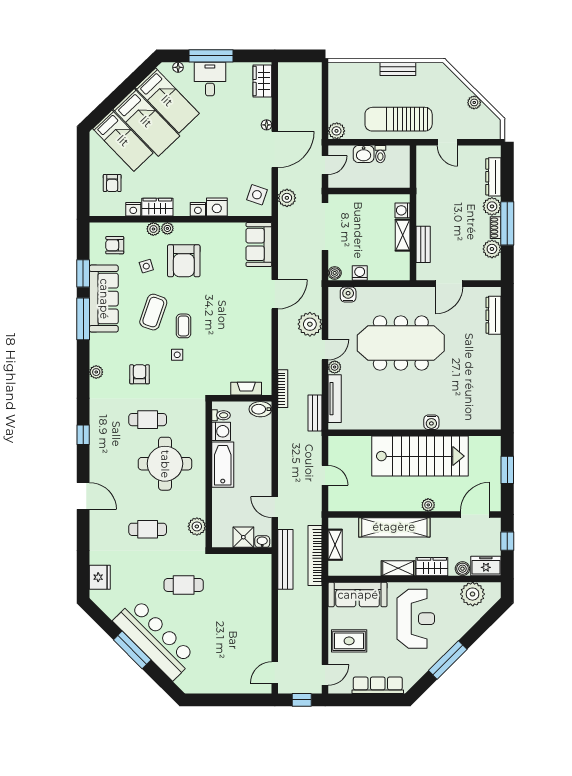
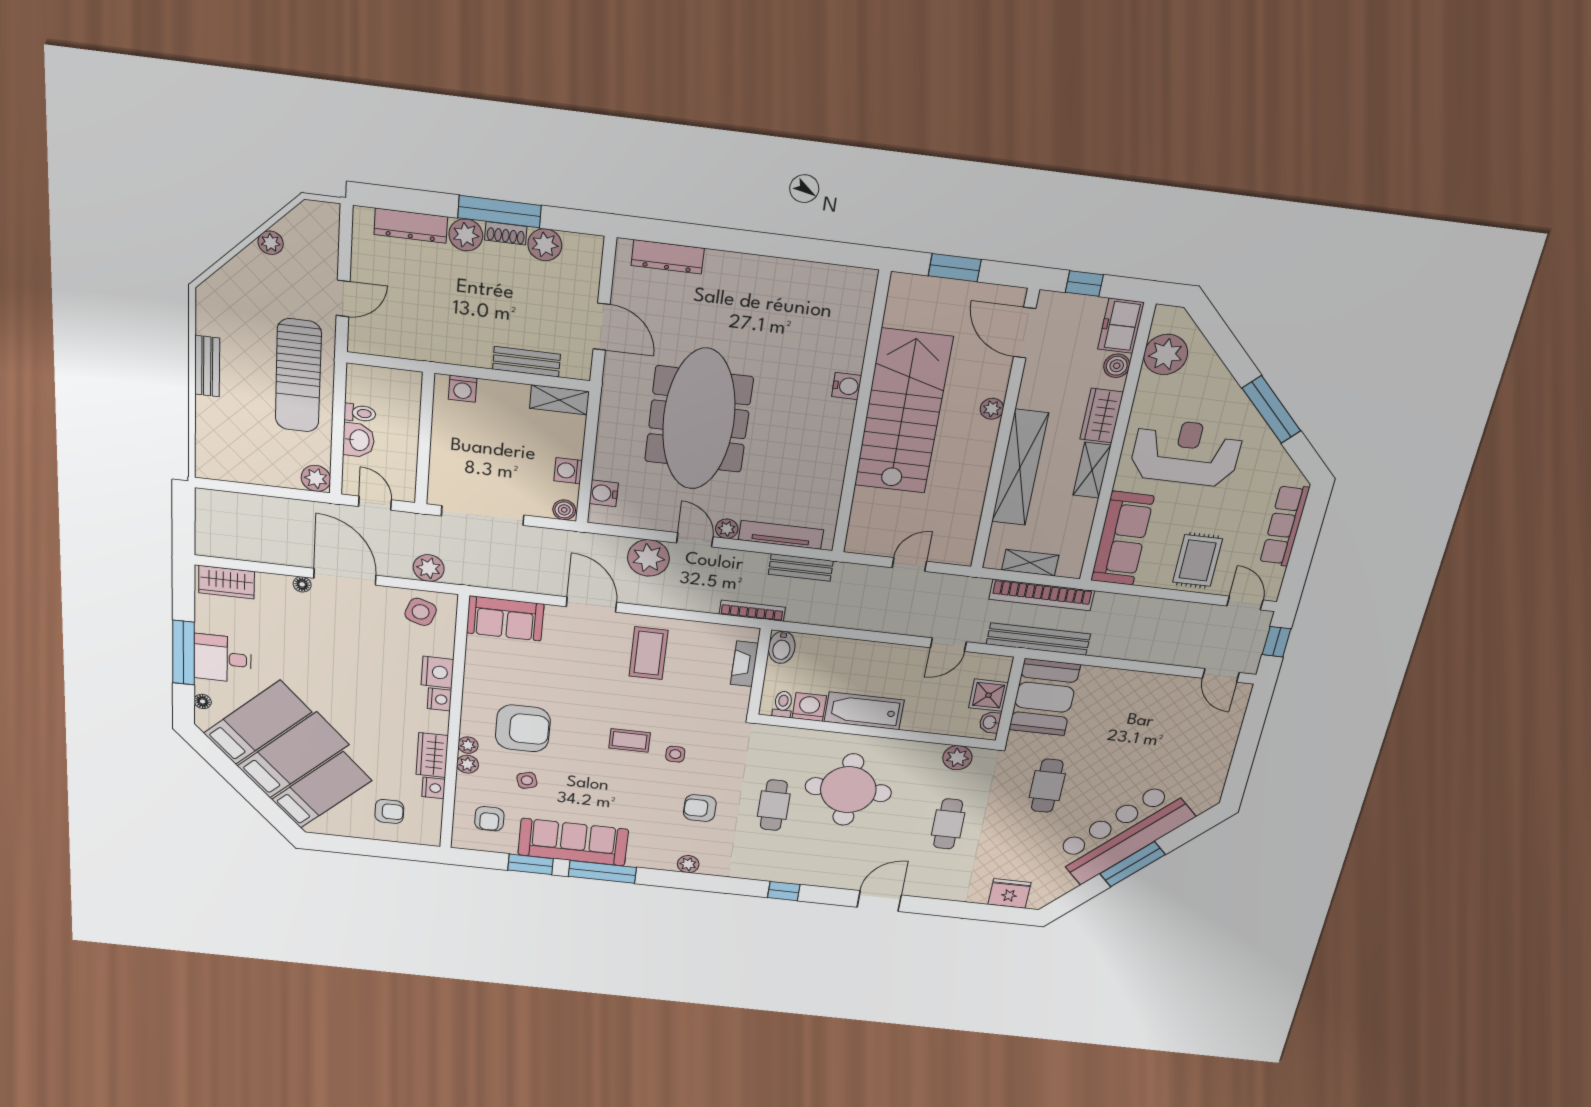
shelving: (403, 235) -> (559, 400), moved
coffee table: (153, 312) -> (649, 653), moved, turned 71
washbasin: (262, 542) -> (990, 722), moved
booth: (246, 571) -> (1044, 697), added

